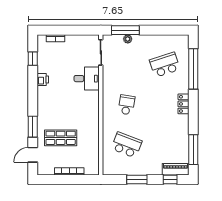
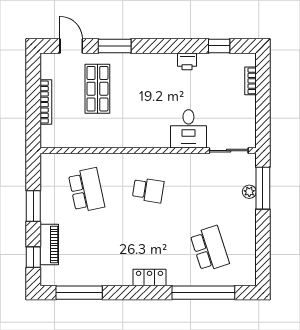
school desk: (127, 145) -> (86, 190), turned -33
piano: (176, 169) -> (49, 245), moved

